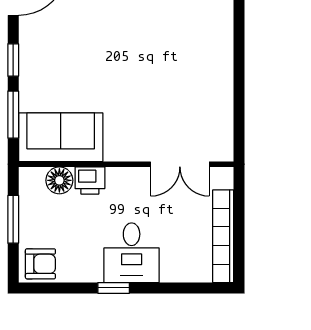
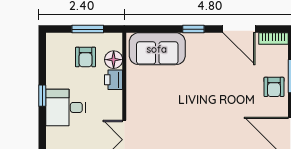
window: (13, 115) -> (157, 29), removed
sofa: (61, 137) -> (157, 49), moved, turned 90
armchair: (40, 264) -> (85, 57), moved

